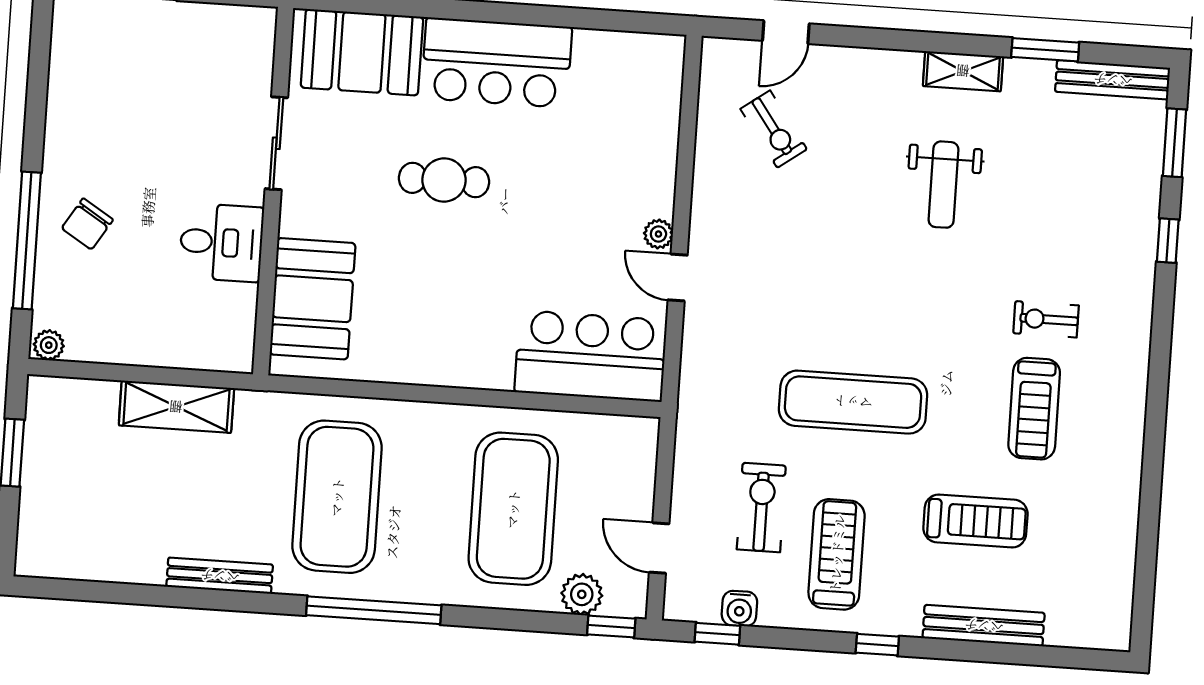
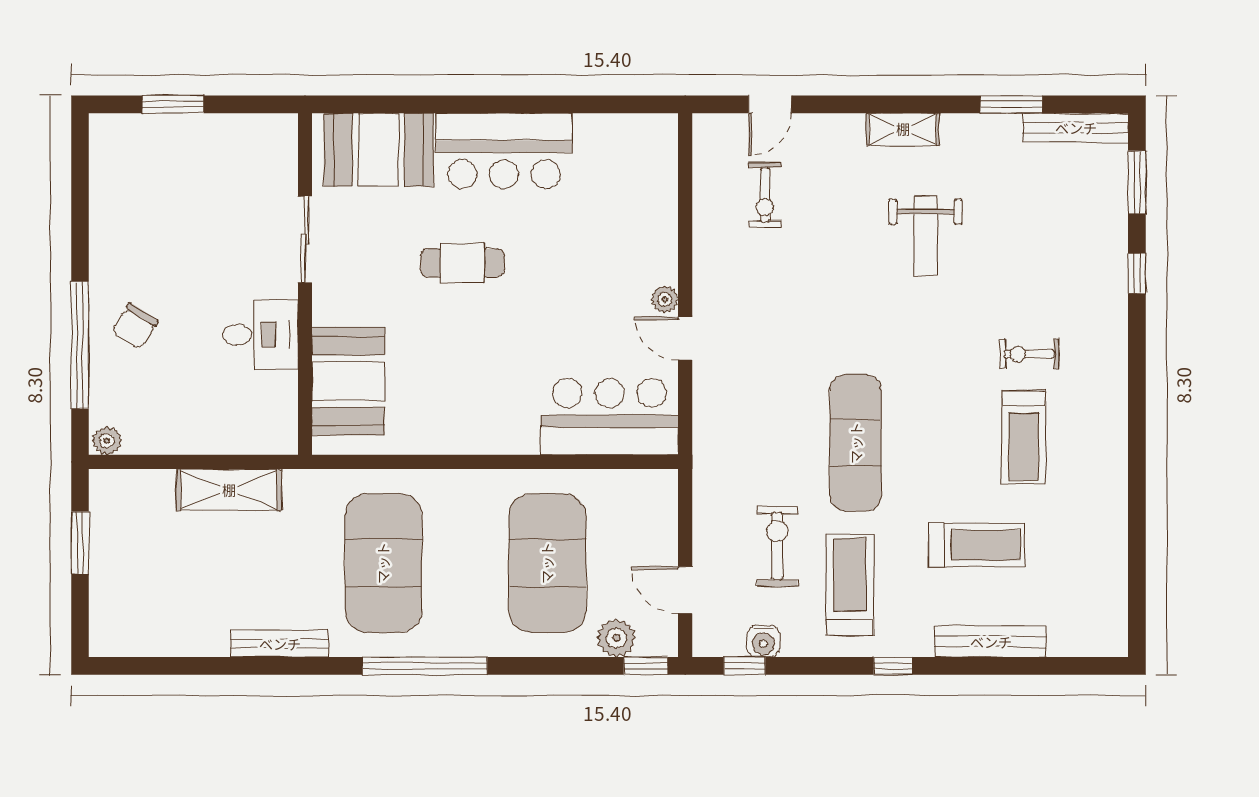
shelving: (963, 71) -> (903, 129), moved
exercise bike: (774, 129) -> (765, 195), turned 36
exercise mat: (853, 402) -> (856, 443), turned 90

